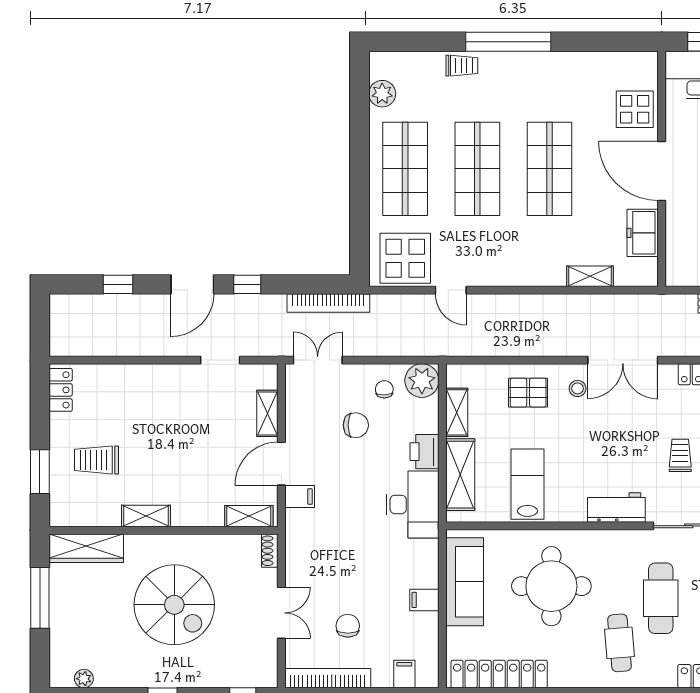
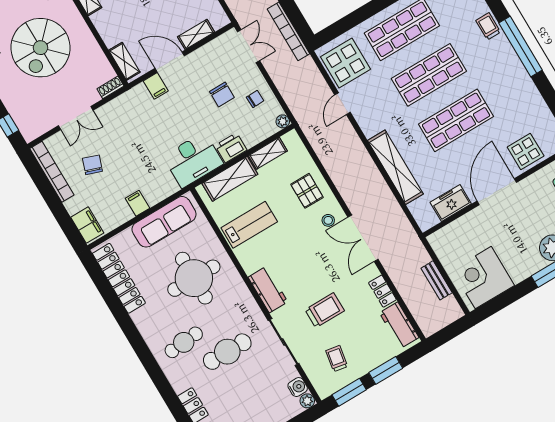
trolley: (462, 66) -> (488, 26), turned 180
shelving: (590, 276) -> (395, 167), width x2.20, depth x1.33
plant: (422, 381) -> (283, 121), width x0.53, depth x0.53
trolley: (680, 455) -> (325, 310), width x1.36, depth x1.39
chair: (348, 626) -> (92, 165), turned -71
filing cabinet: (404, 674) -> (87, 225), width x2.00

